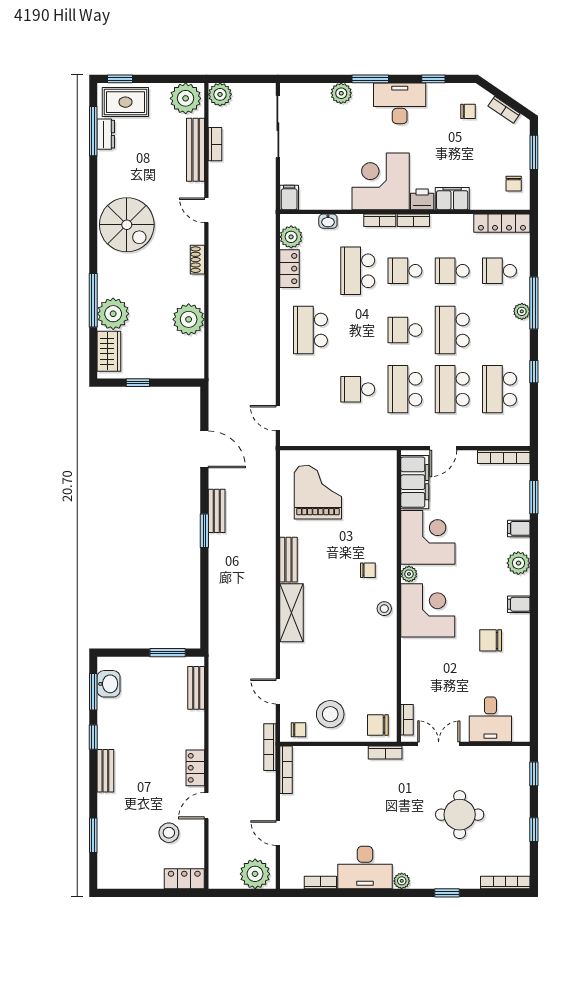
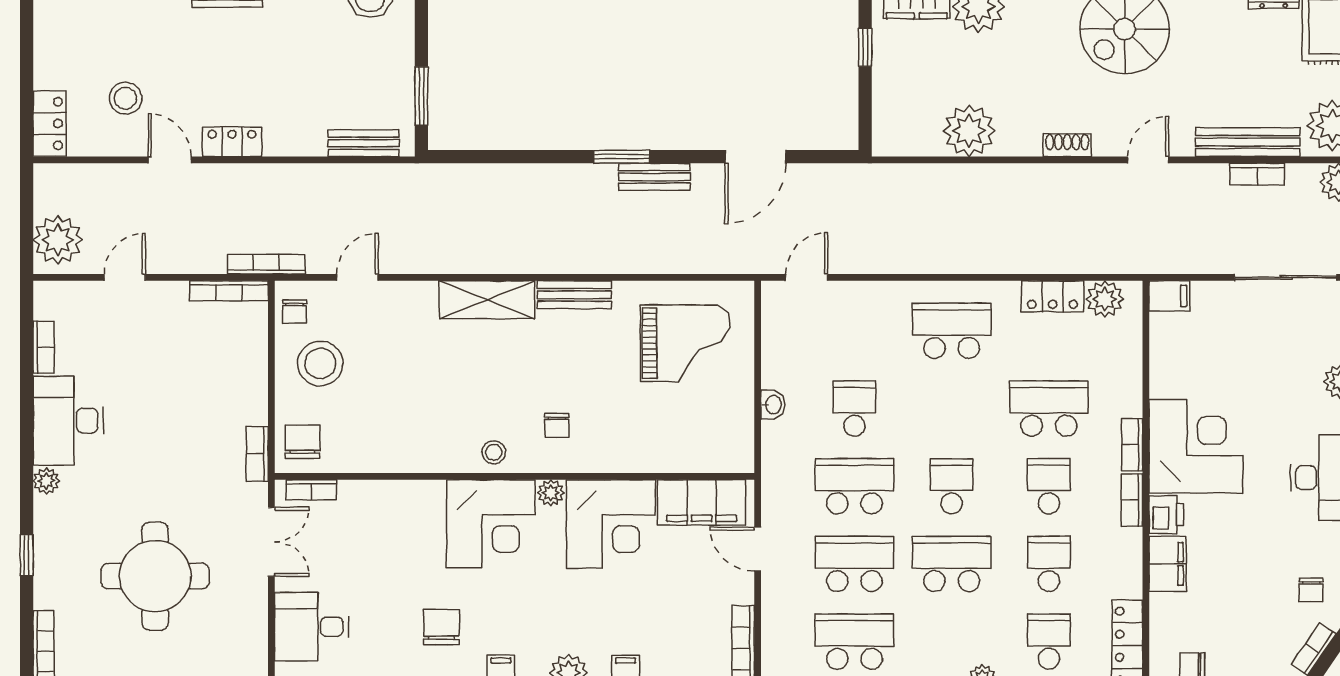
washbasin: (328, 221) -> (773, 405), moved, turned 180
round table: (460, 815) -> (155, 576), width x1.36, depth x1.36

